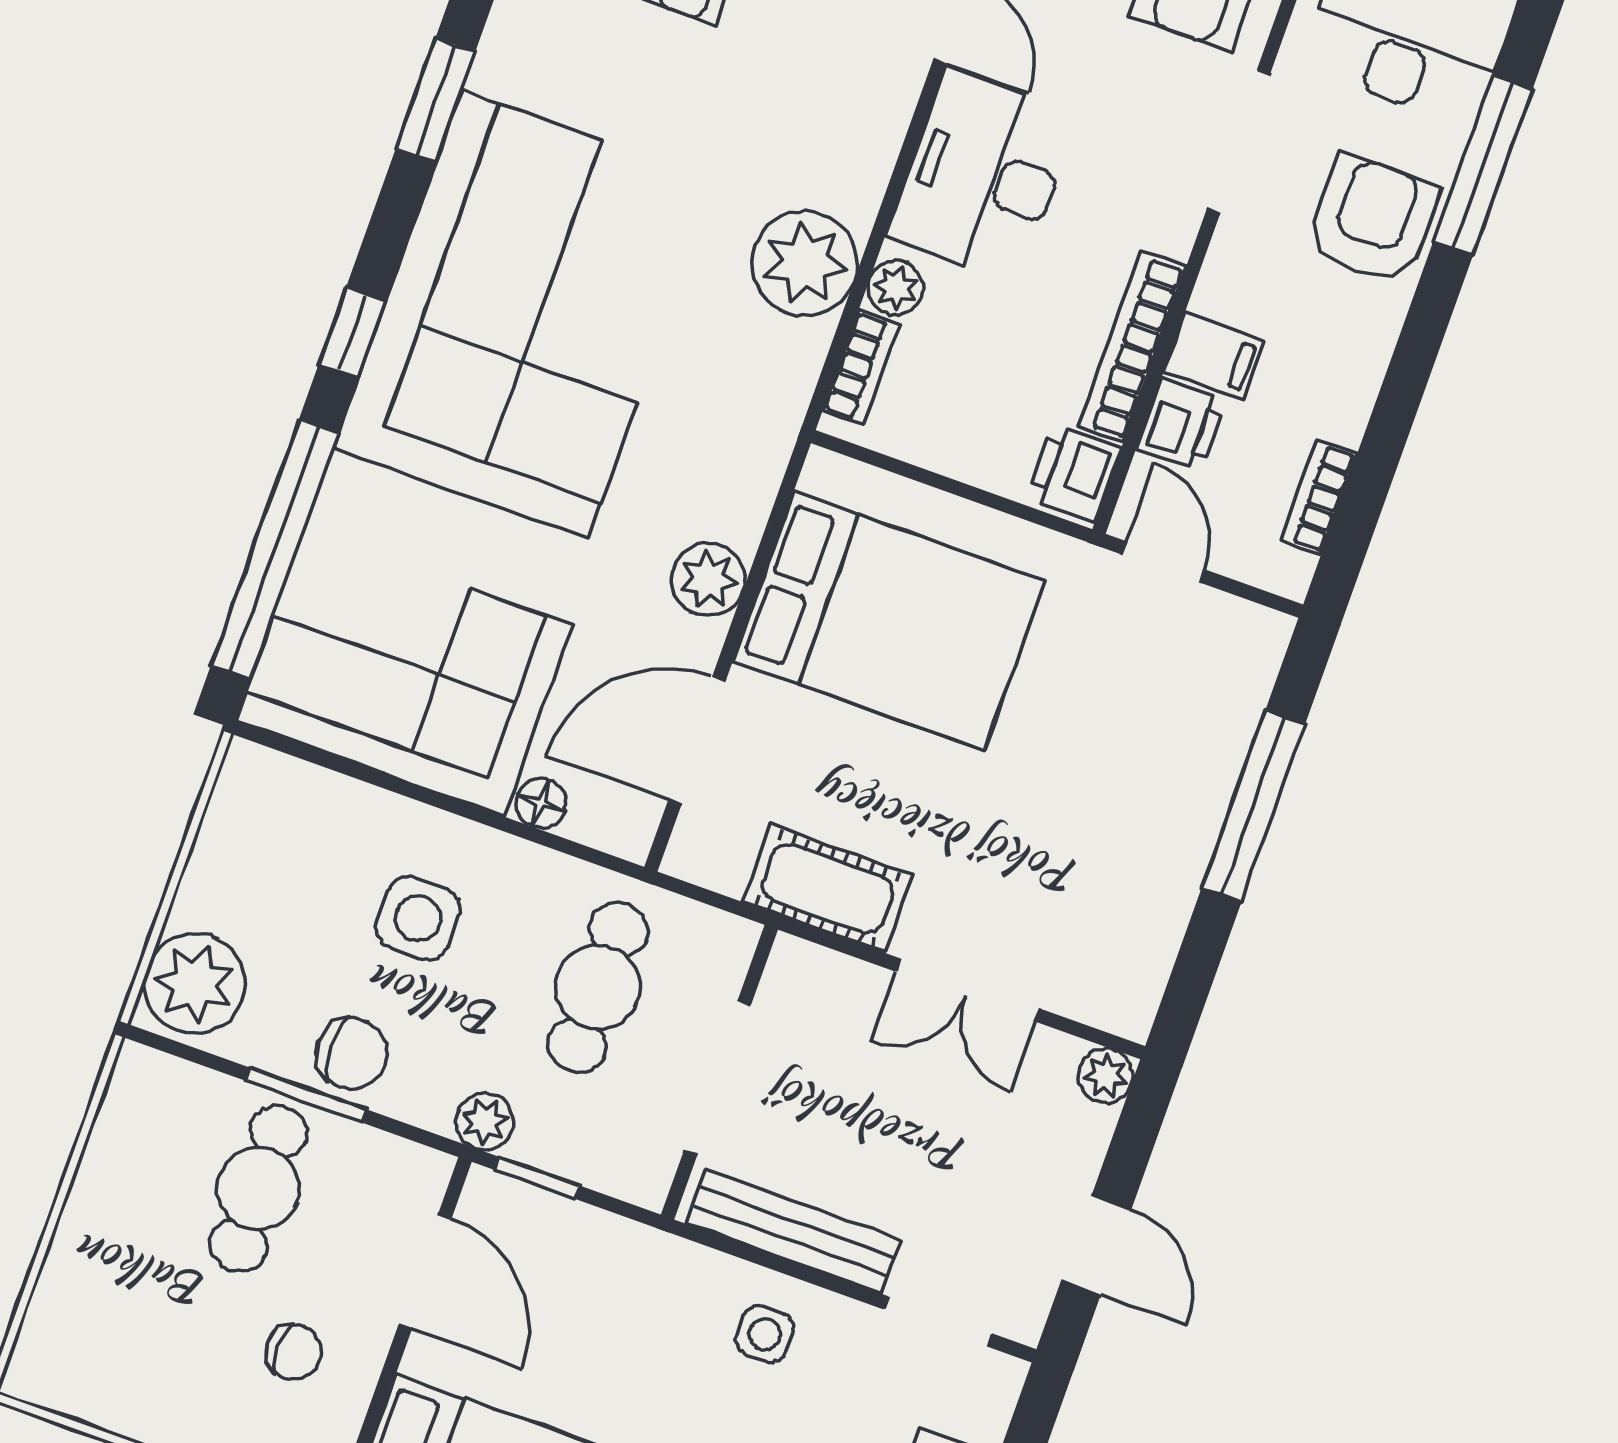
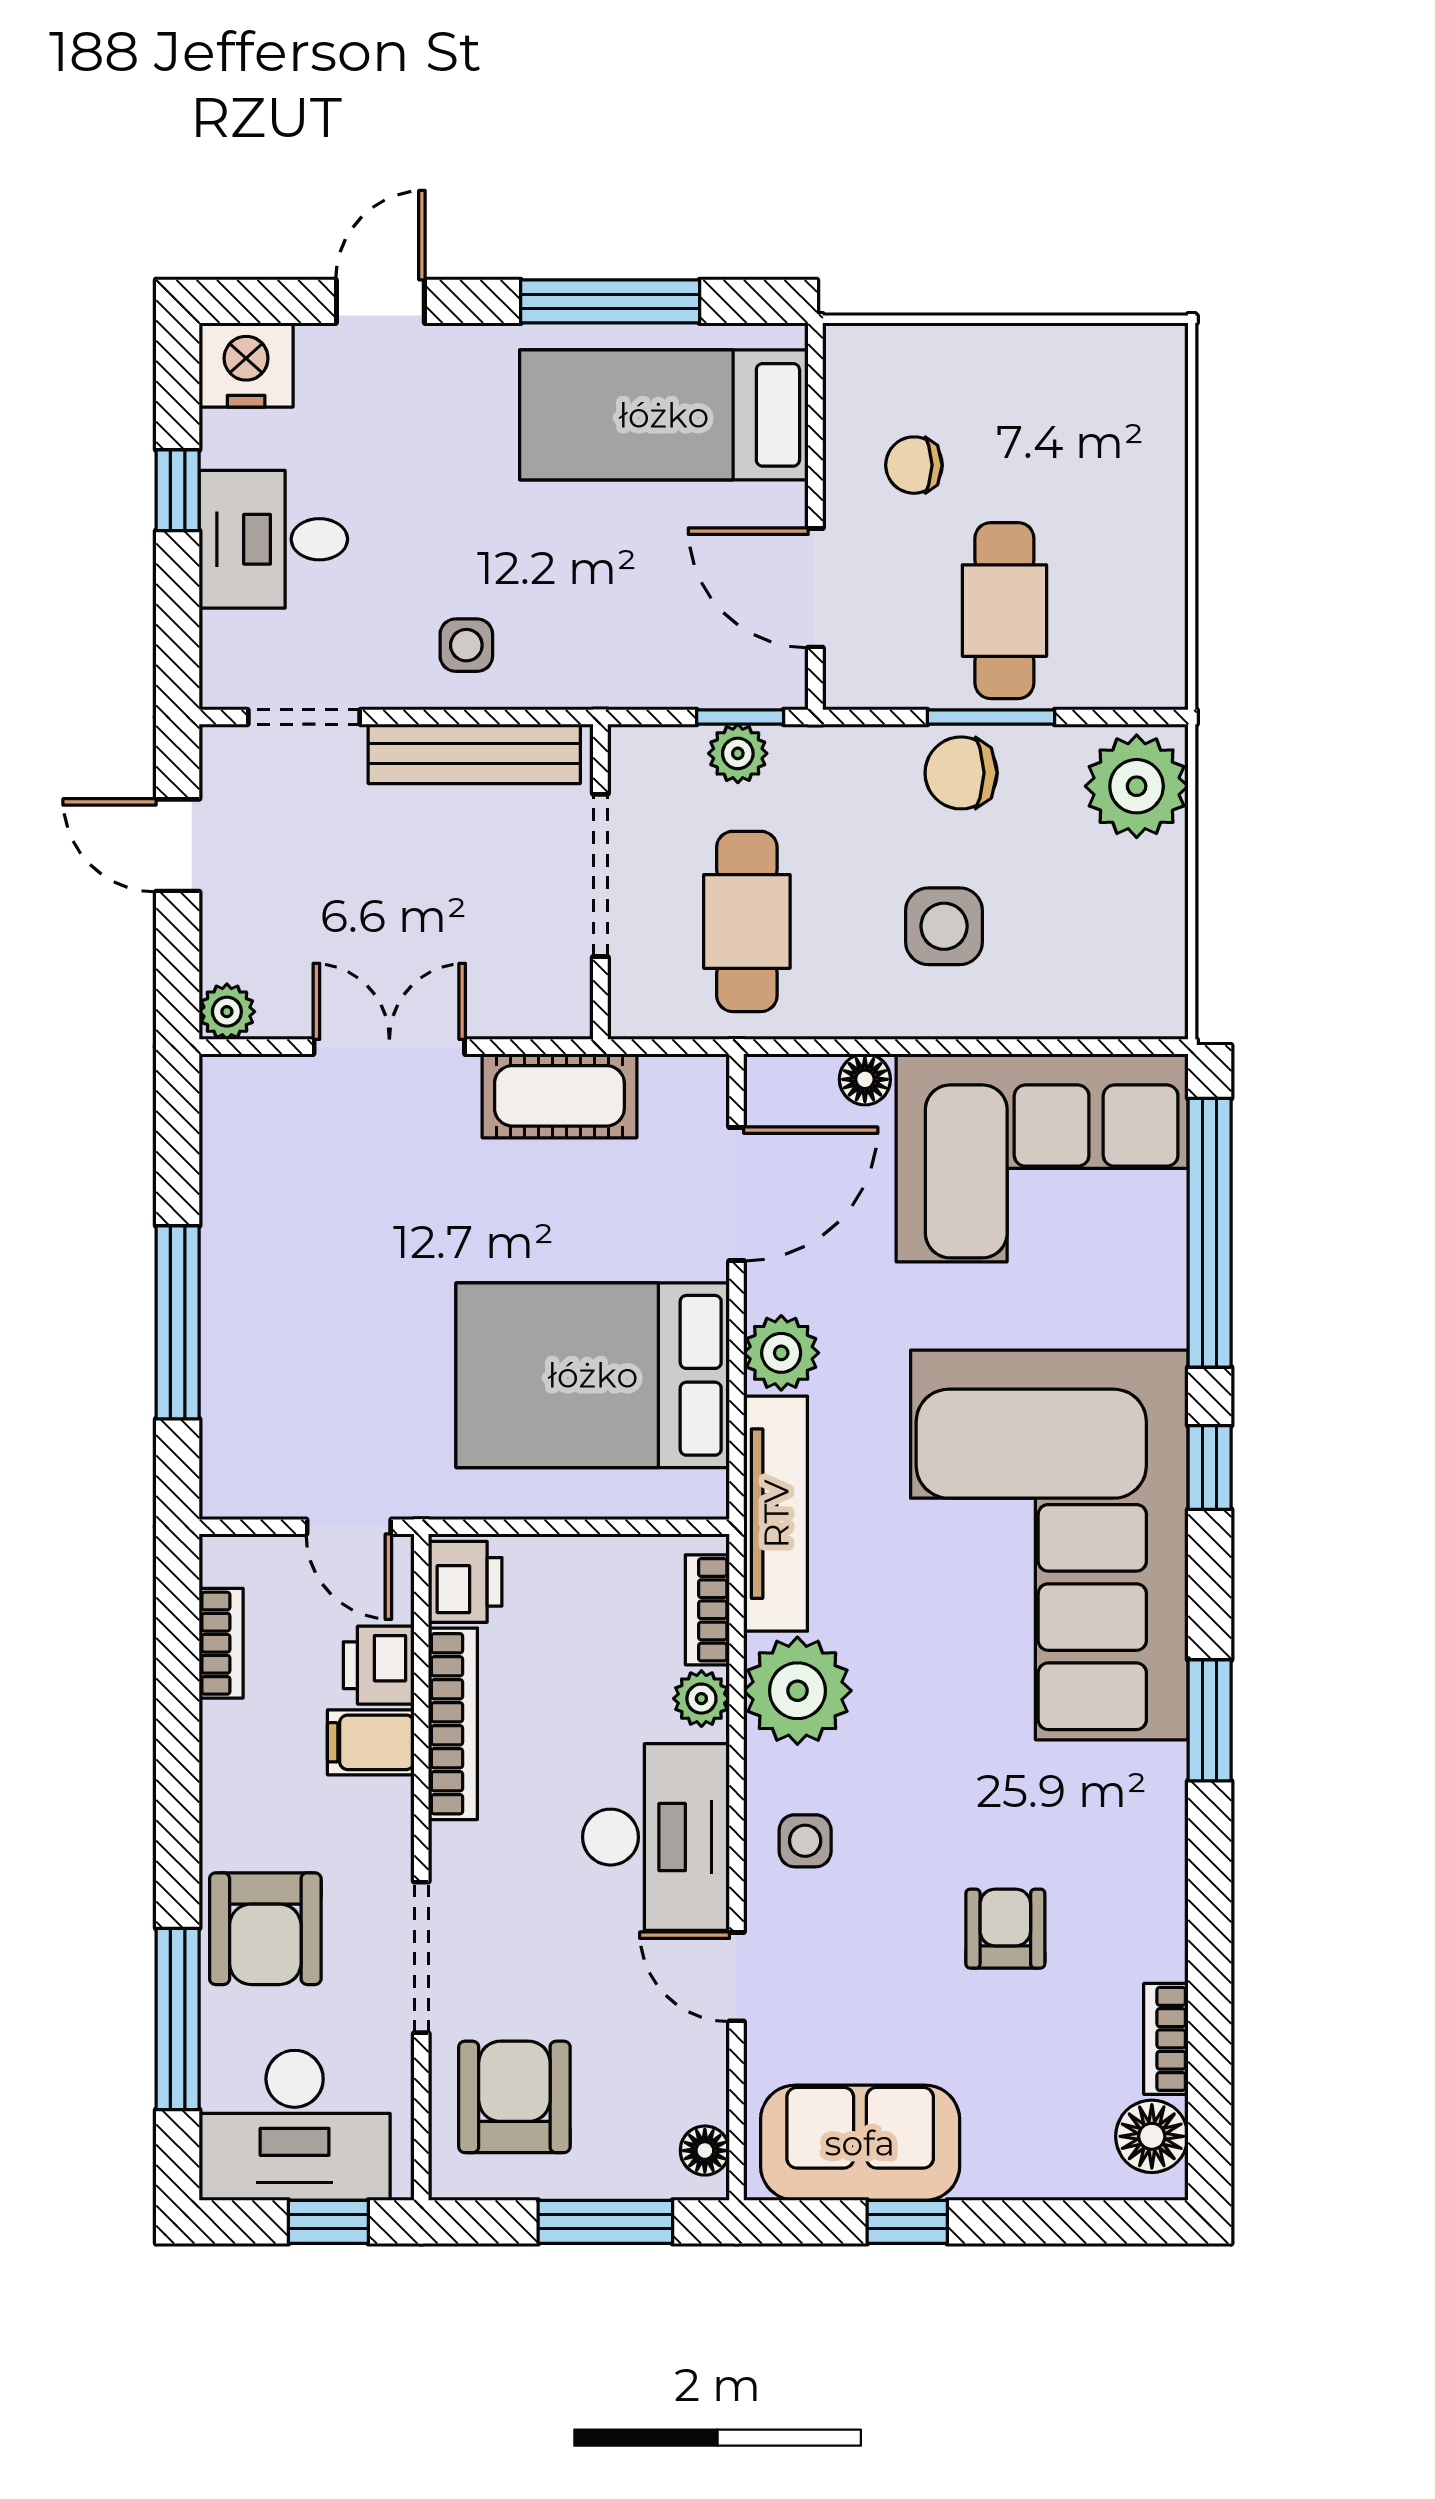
side table: (847, 123) -> (805, 1841), added
tv unit: (766, 433) -> (776, 1514), added
plant: (485, 1121) -> (738, 753), moved

